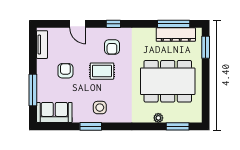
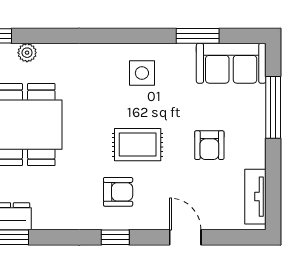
armchair: (112, 47) -> (118, 192), turned 90
window: (91, 126) -> (198, 36), moved

